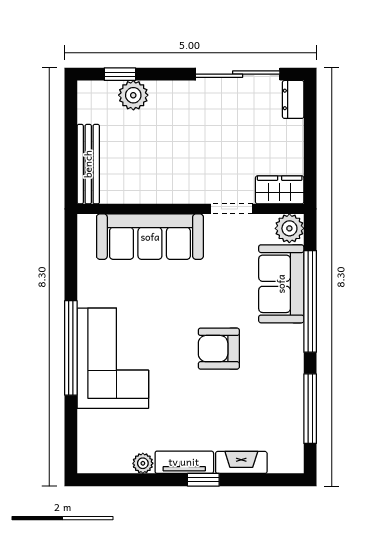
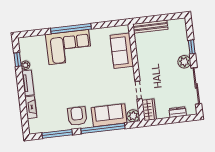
window: (120, 74) -> (192, 47), moved
plant: (133, 95) -> (184, 62), moved
dresser: (293, 99) -> (178, 112), moved
sofa: (150, 237) -> (122, 51), width x0.73
armchair: (219, 349) -> (77, 116), moved
window: (203, 480) -> (18, 60), moved

